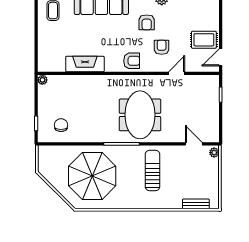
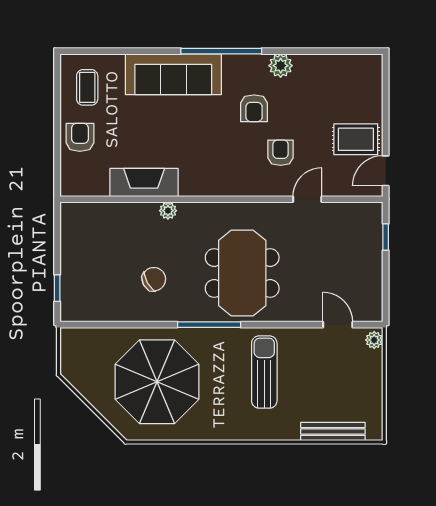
armchair: (132, 61) -> (80, 137), moved, turned -90
plant: (42, 80) -> (168, 211), moved
chair: (61, 125) -> (154, 279), moved, turned 61
bench: (196, 204) -> (333, 432), width x1.36

